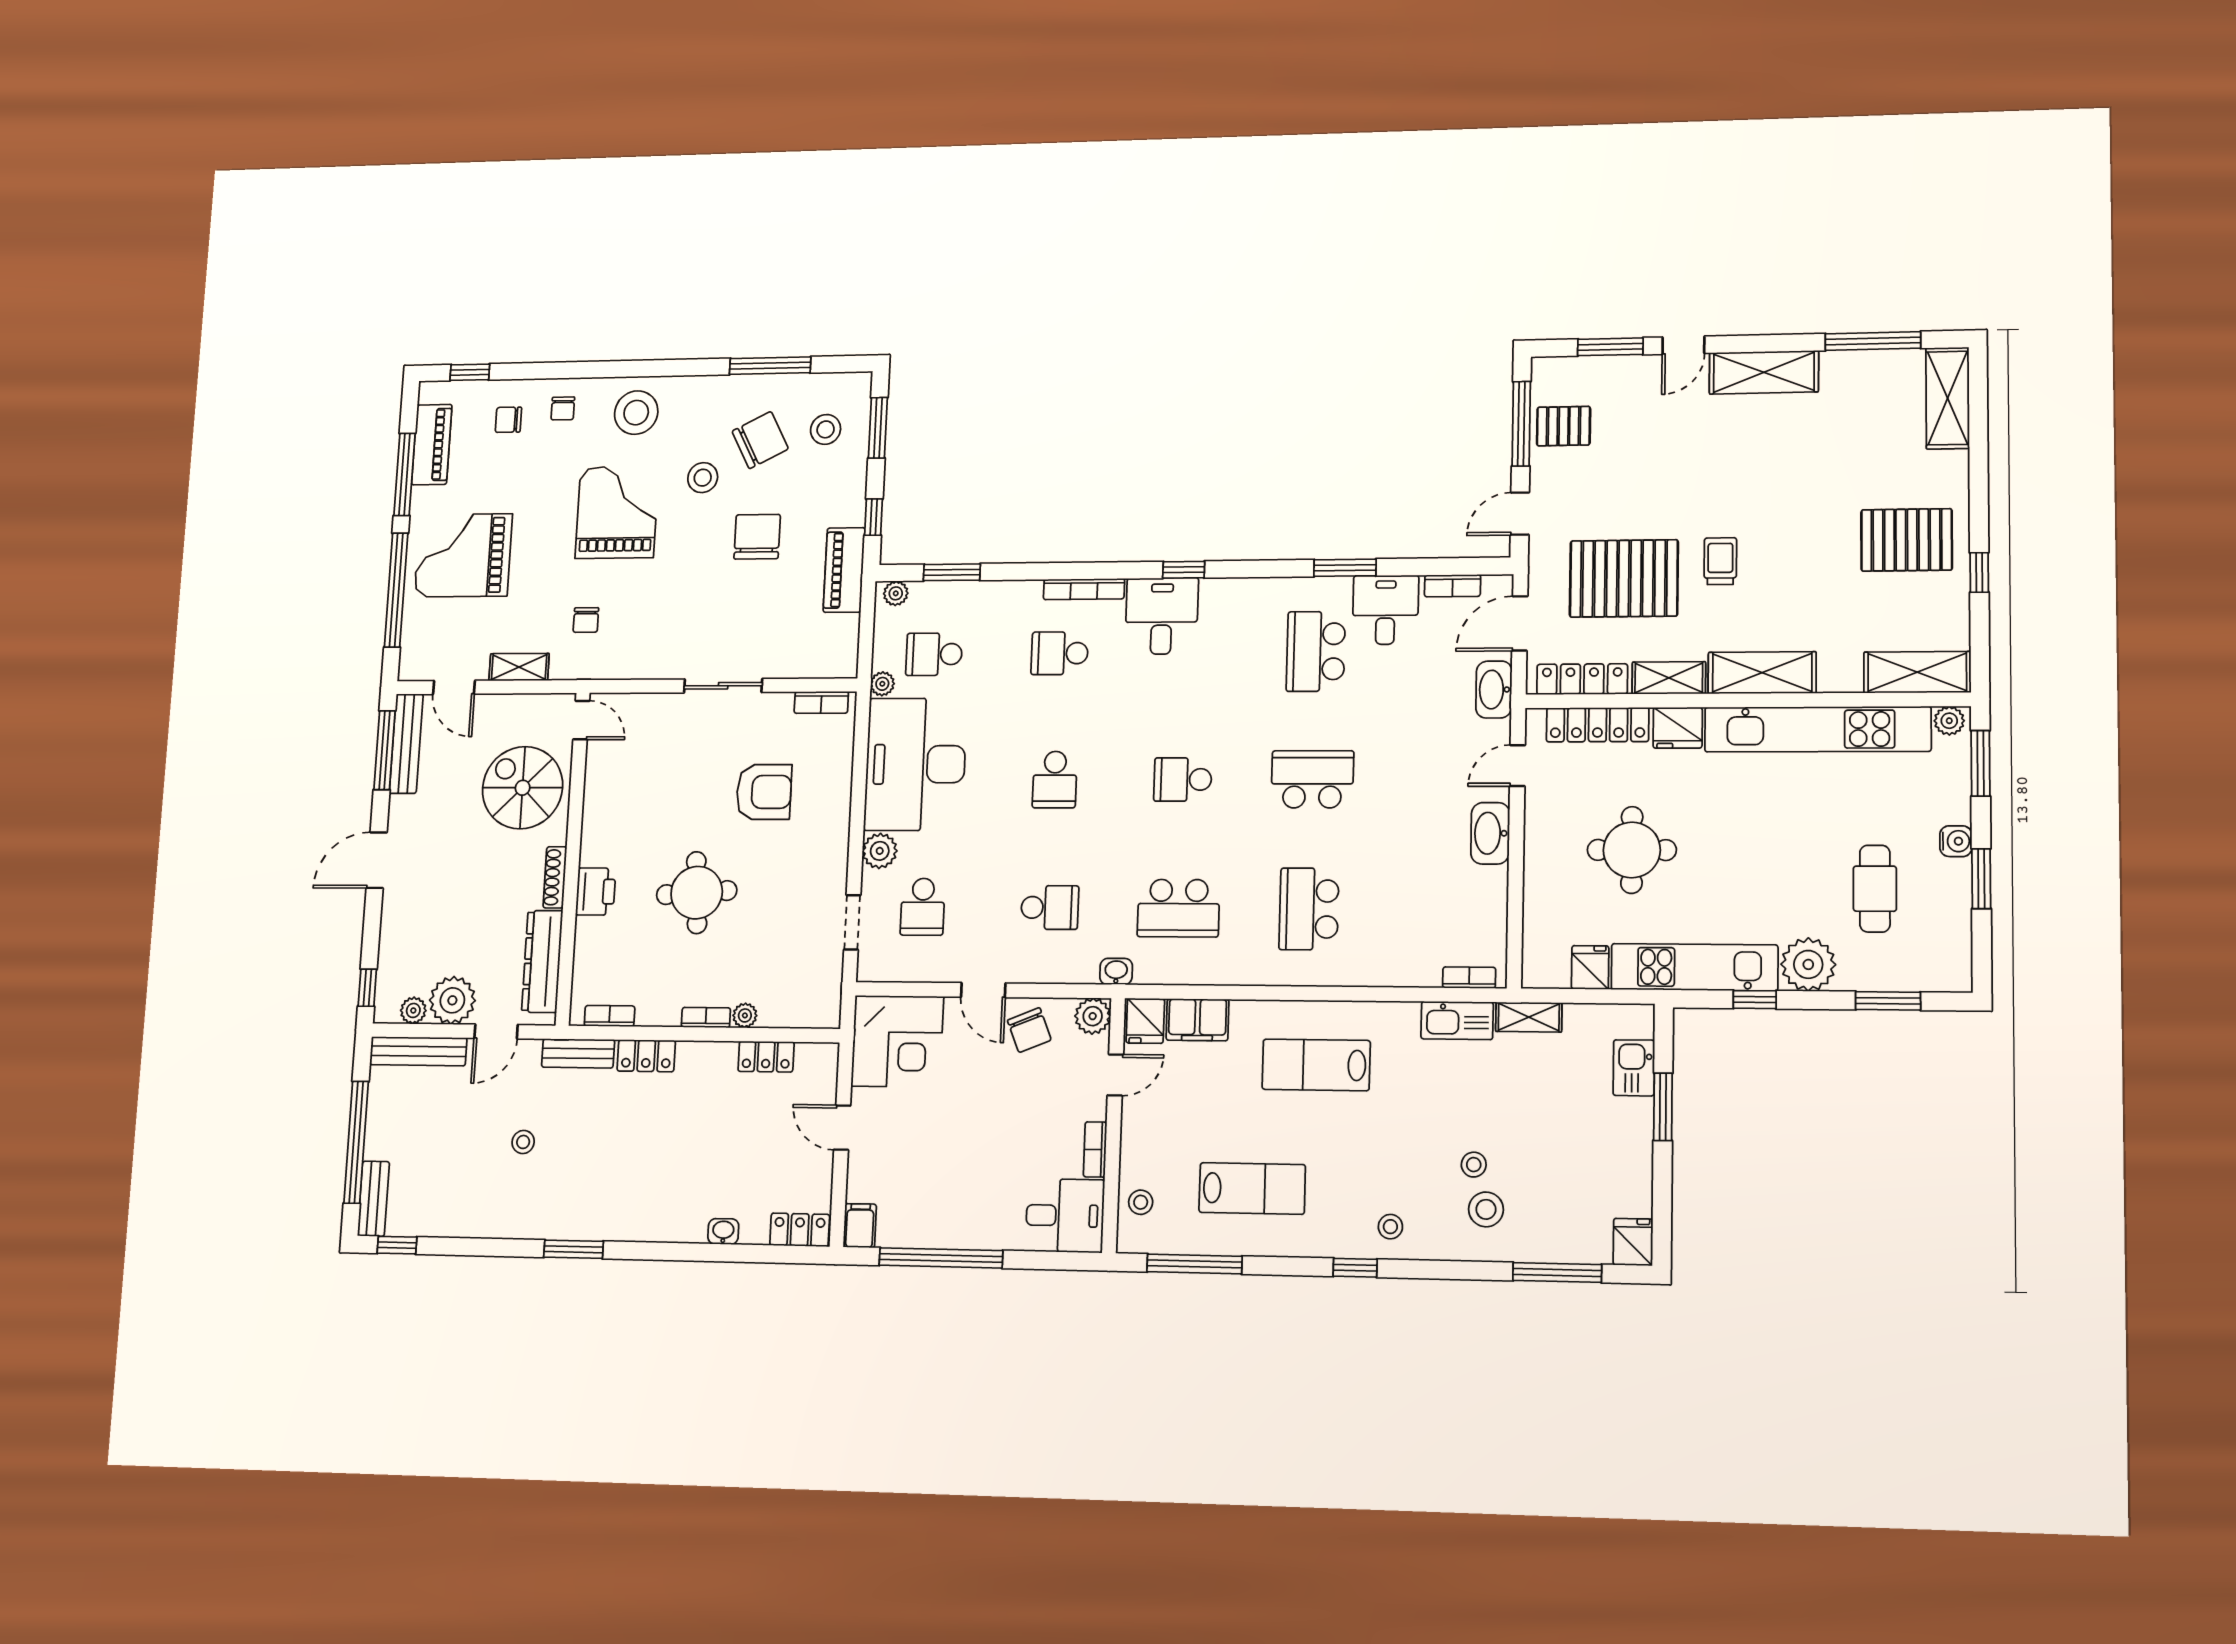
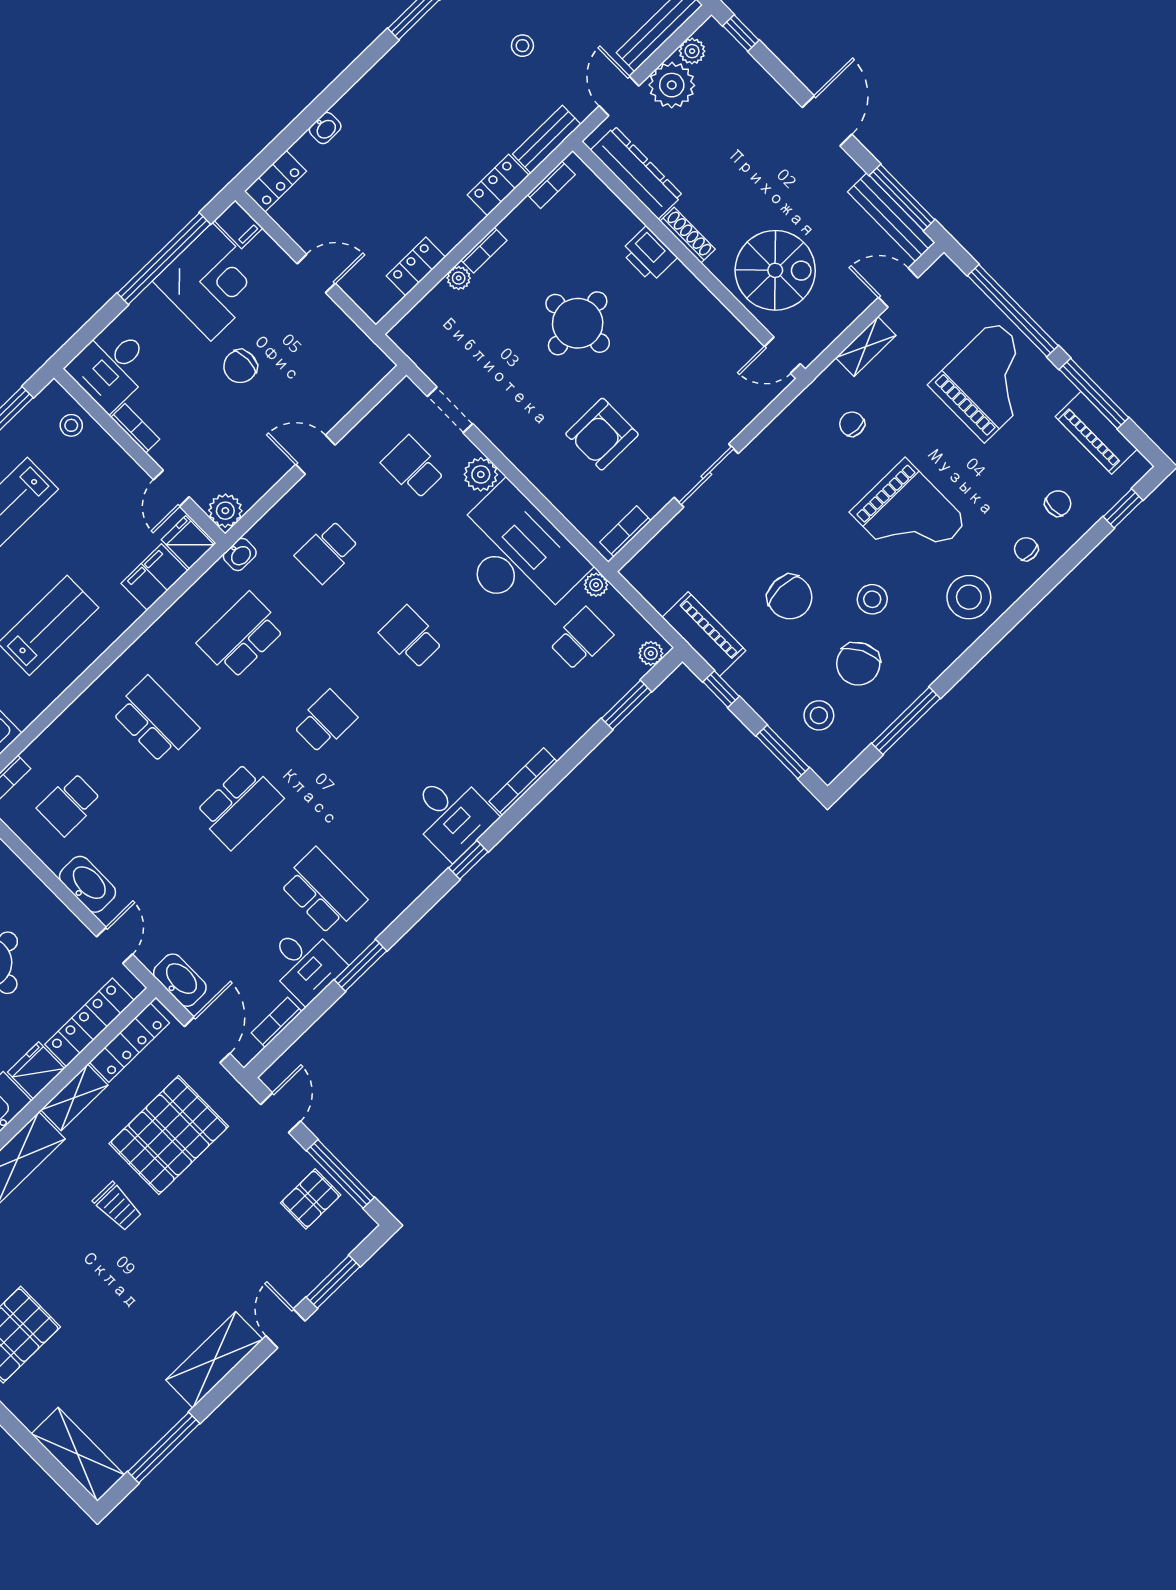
school desk: (1060, 653) -> (69, 804), moved, turned 180
chair: (1029, 1030) -> (240, 366), moved, turned -68
corner desk: (897, 1041) -> (212, 282), moved, turned 180

